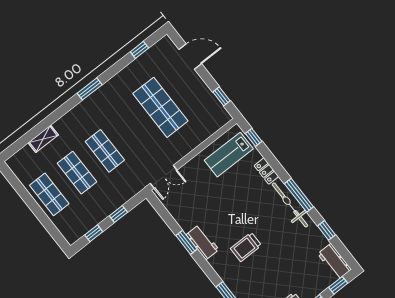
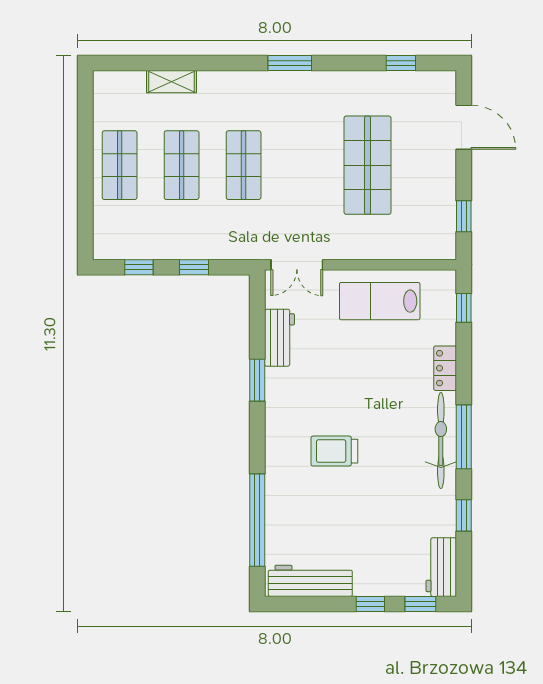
lab bench: (229, 155) -> (380, 301), moved
workbench: (202, 242) -> (280, 338), moved

